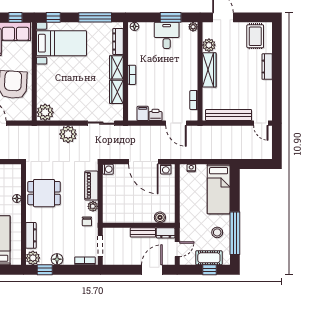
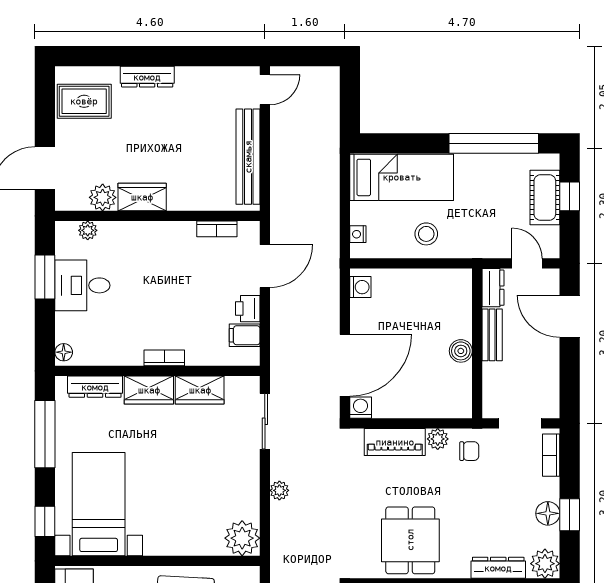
plant: (193, 27) -> (88, 230), moved
wardrobe: (209, 70) -> (142, 197), width x0.67
plant: (68, 134) -> (279, 490), width x0.53, depth x0.53
door: (143, 162) -> (345, 365), moved
boiler: (160, 217) -> (461, 351), moved
stool: (217, 232) -> (426, 234), moved
window: (45, 270) -> (570, 515), moved

